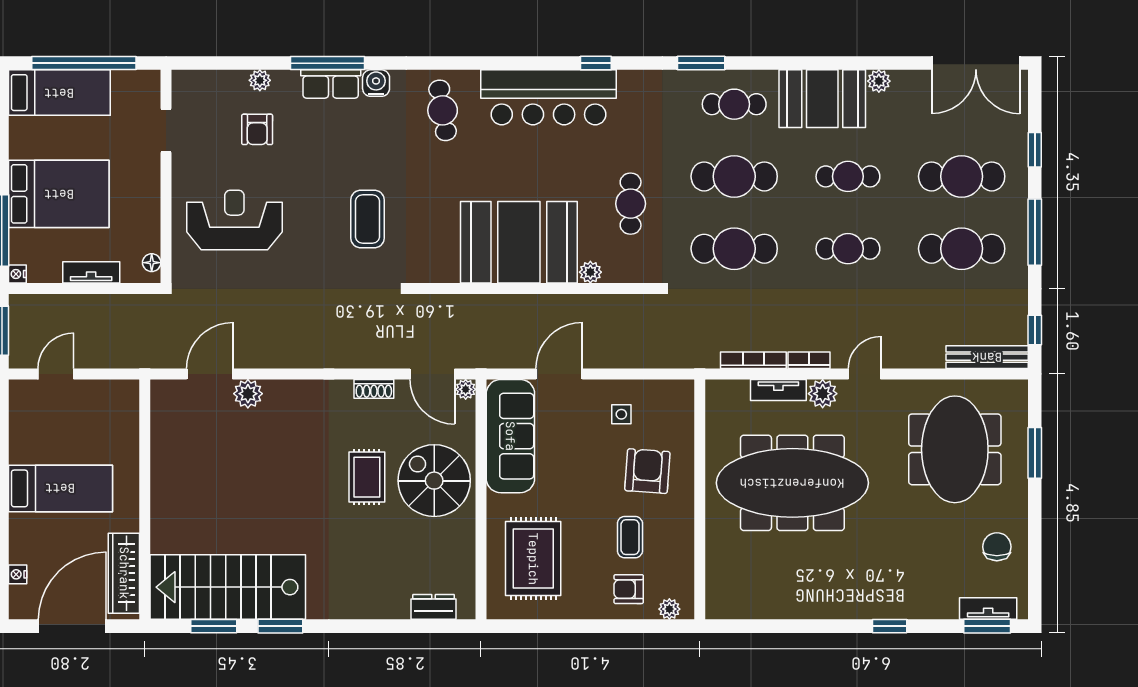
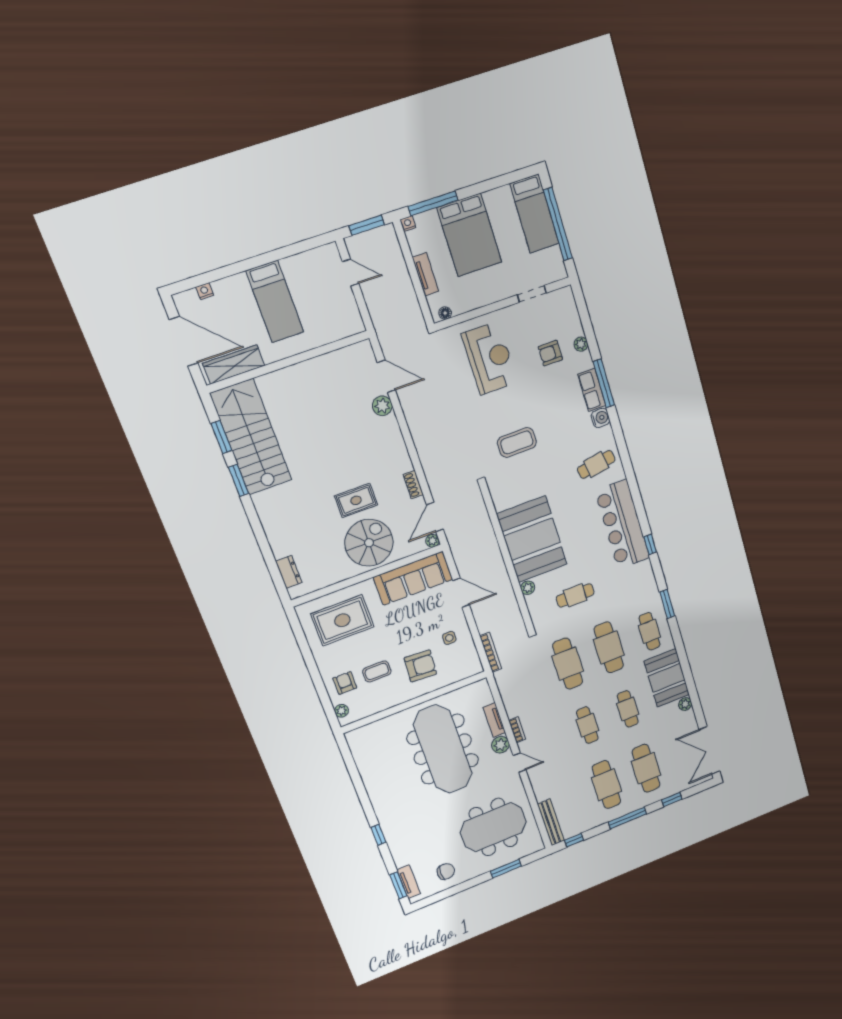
bookcase: (753, 360) -> (491, 652), moved

